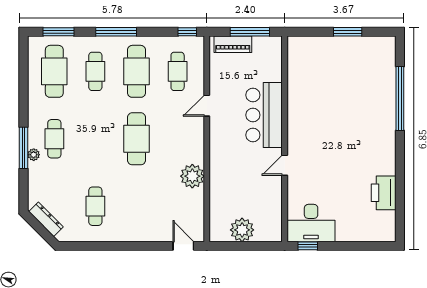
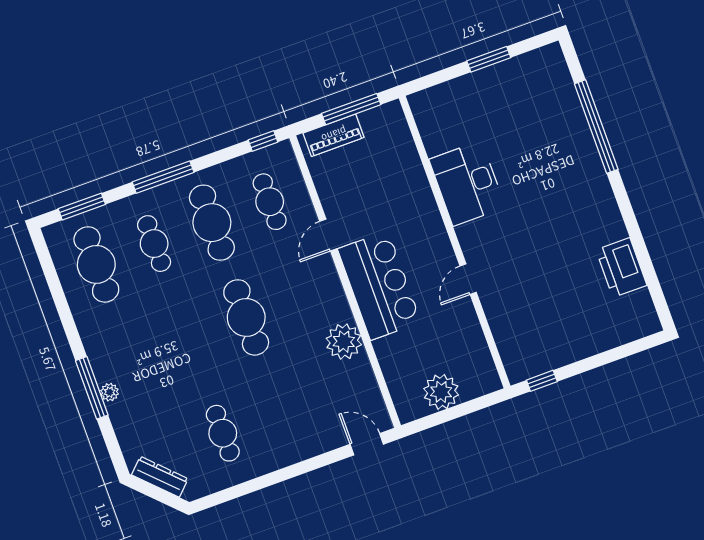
bar counter: (264, 115) -> (379, 286), moved, turned 180
cafe table: (54, 139) -> (131, 359), removed
desk: (311, 223) -> (467, 183), moved, turned 90

